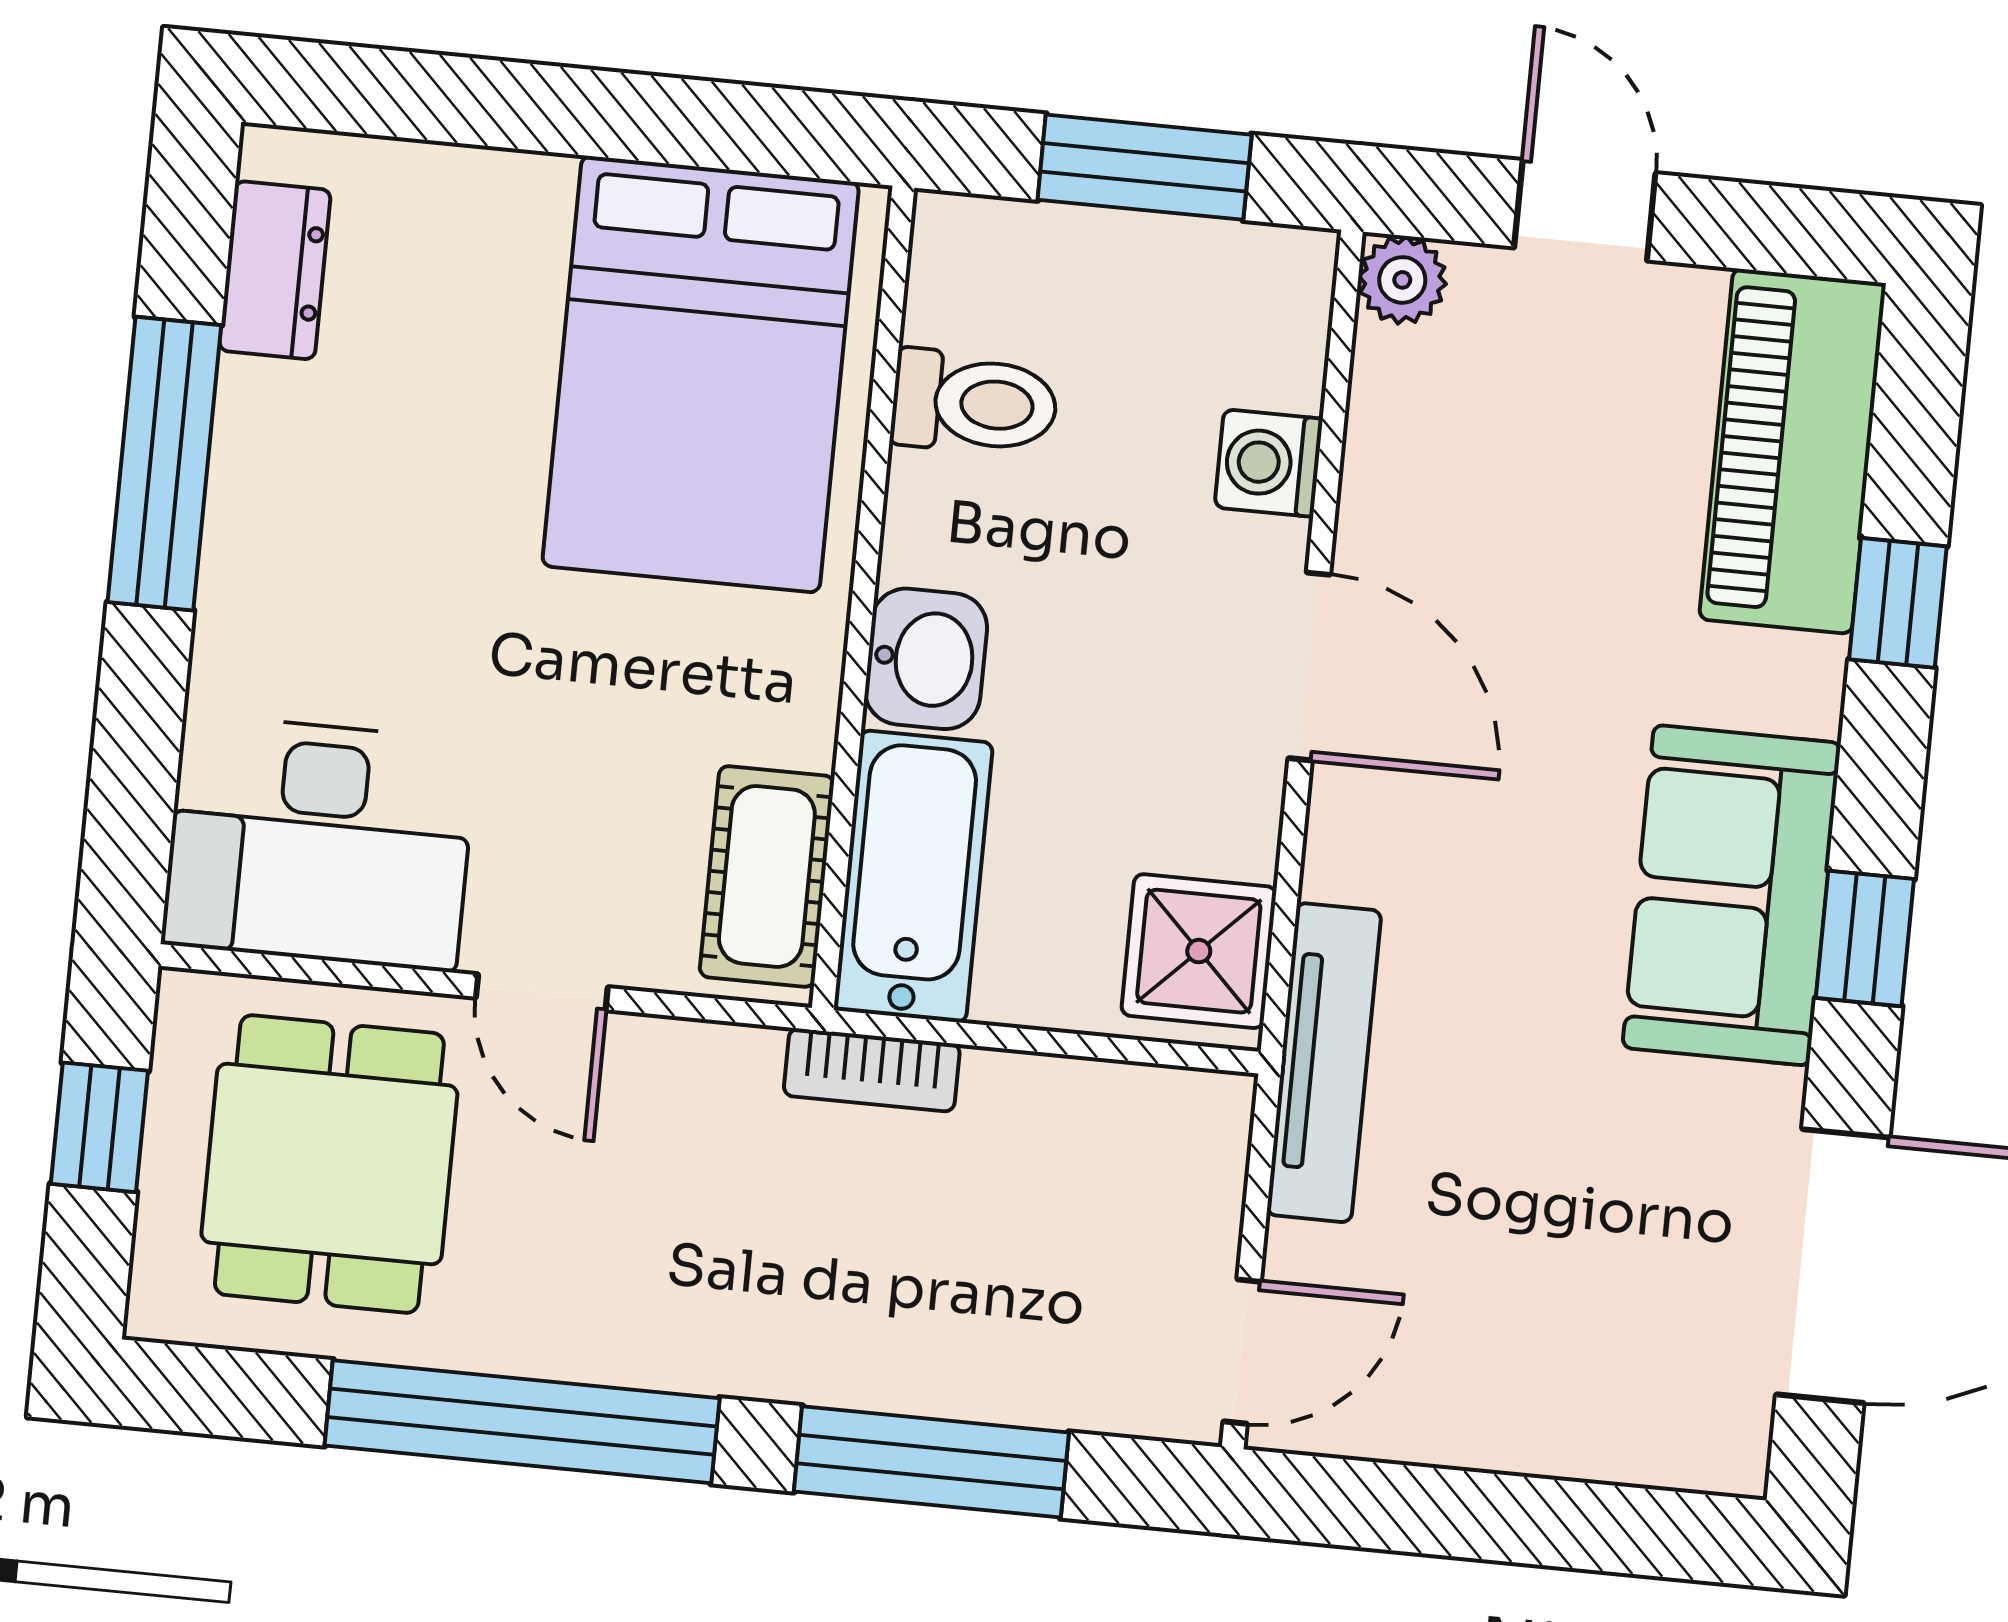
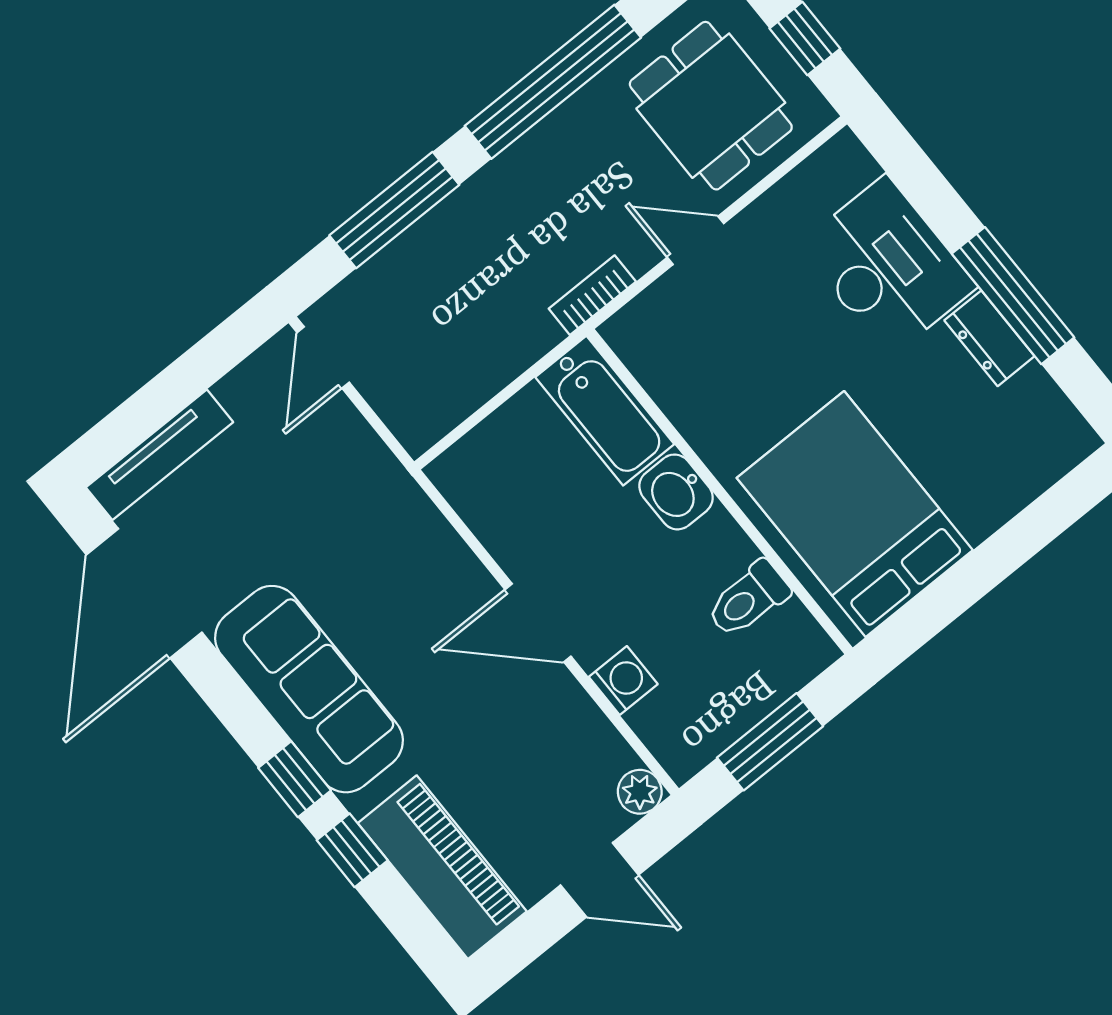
dresser: (275, 270) -> (989, 338), moved
desk: (319, 843) -> (887, 266), moved, turned 90
cot: (767, 876) -> (656, 360), removed
sofa: (1732, 895) -> (309, 689), width x1.36
window: (1865, 938) -> (295, 779), moved
shower: (1199, 951) -> (478, 484), removed
tv unit: (1324, 1063) -> (160, 455), moved, turned -90
bookcase: (872, 1070) -> (592, 295), moved

